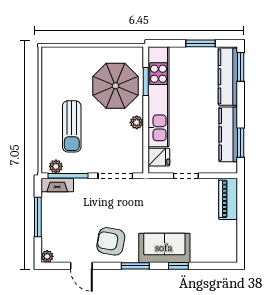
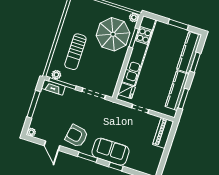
window: (241, 67) -> (195, 62), moved
plant: (137, 122) -> (134, 17), moved

